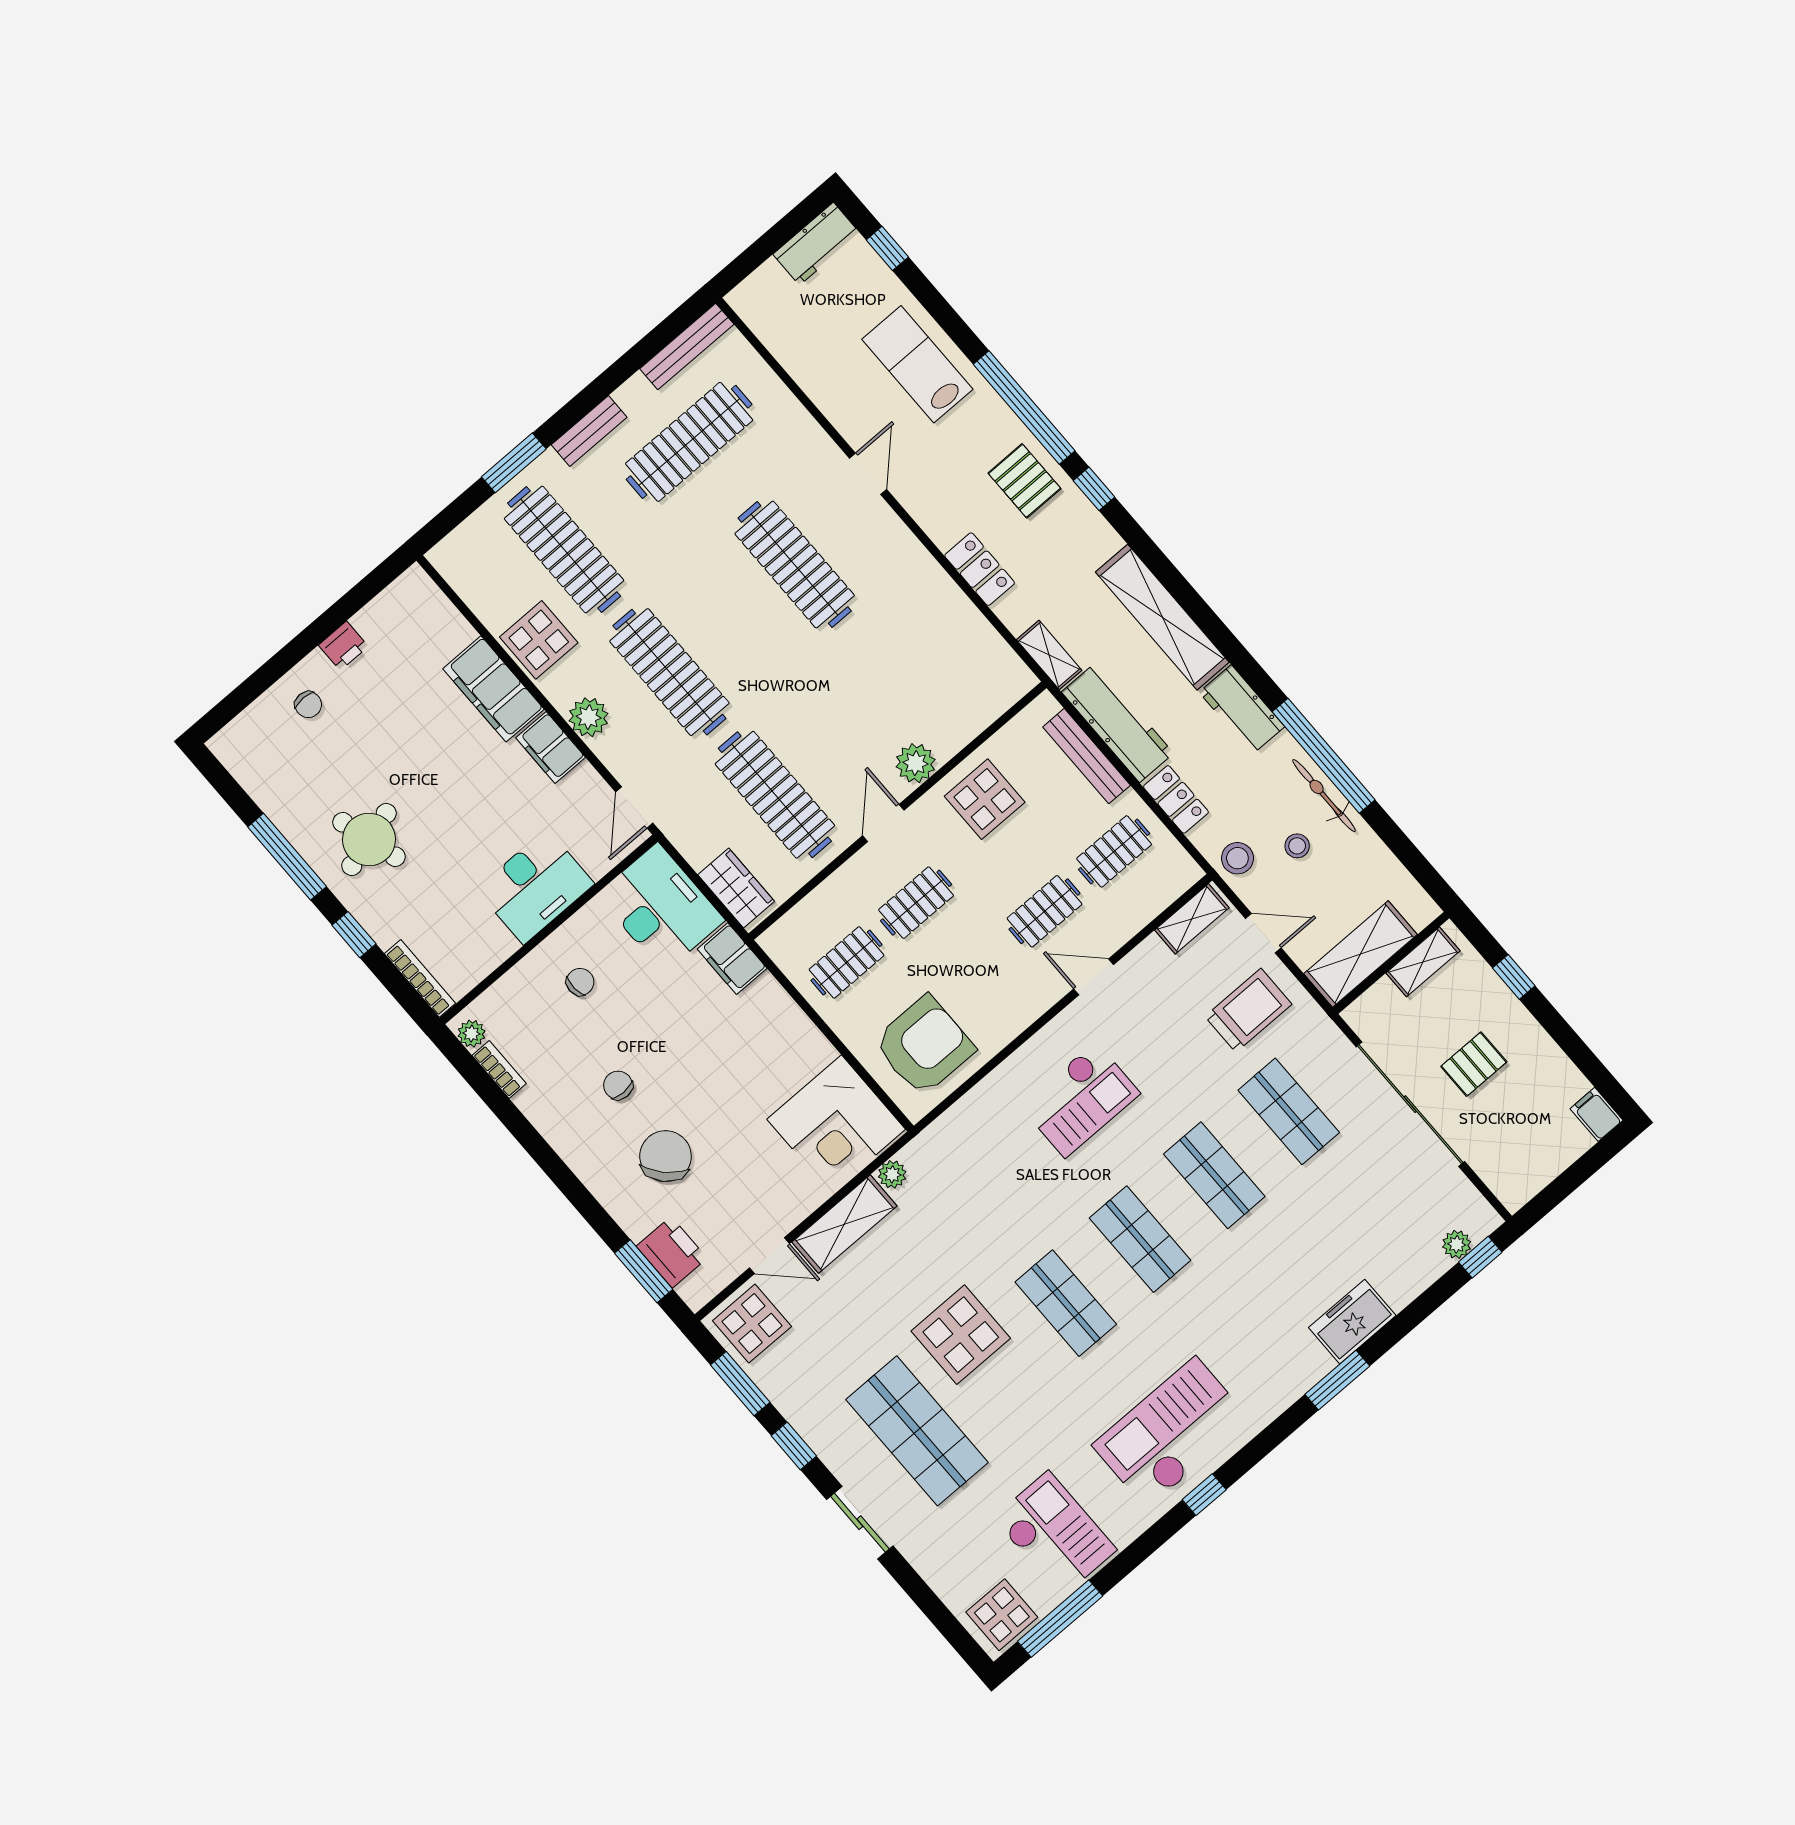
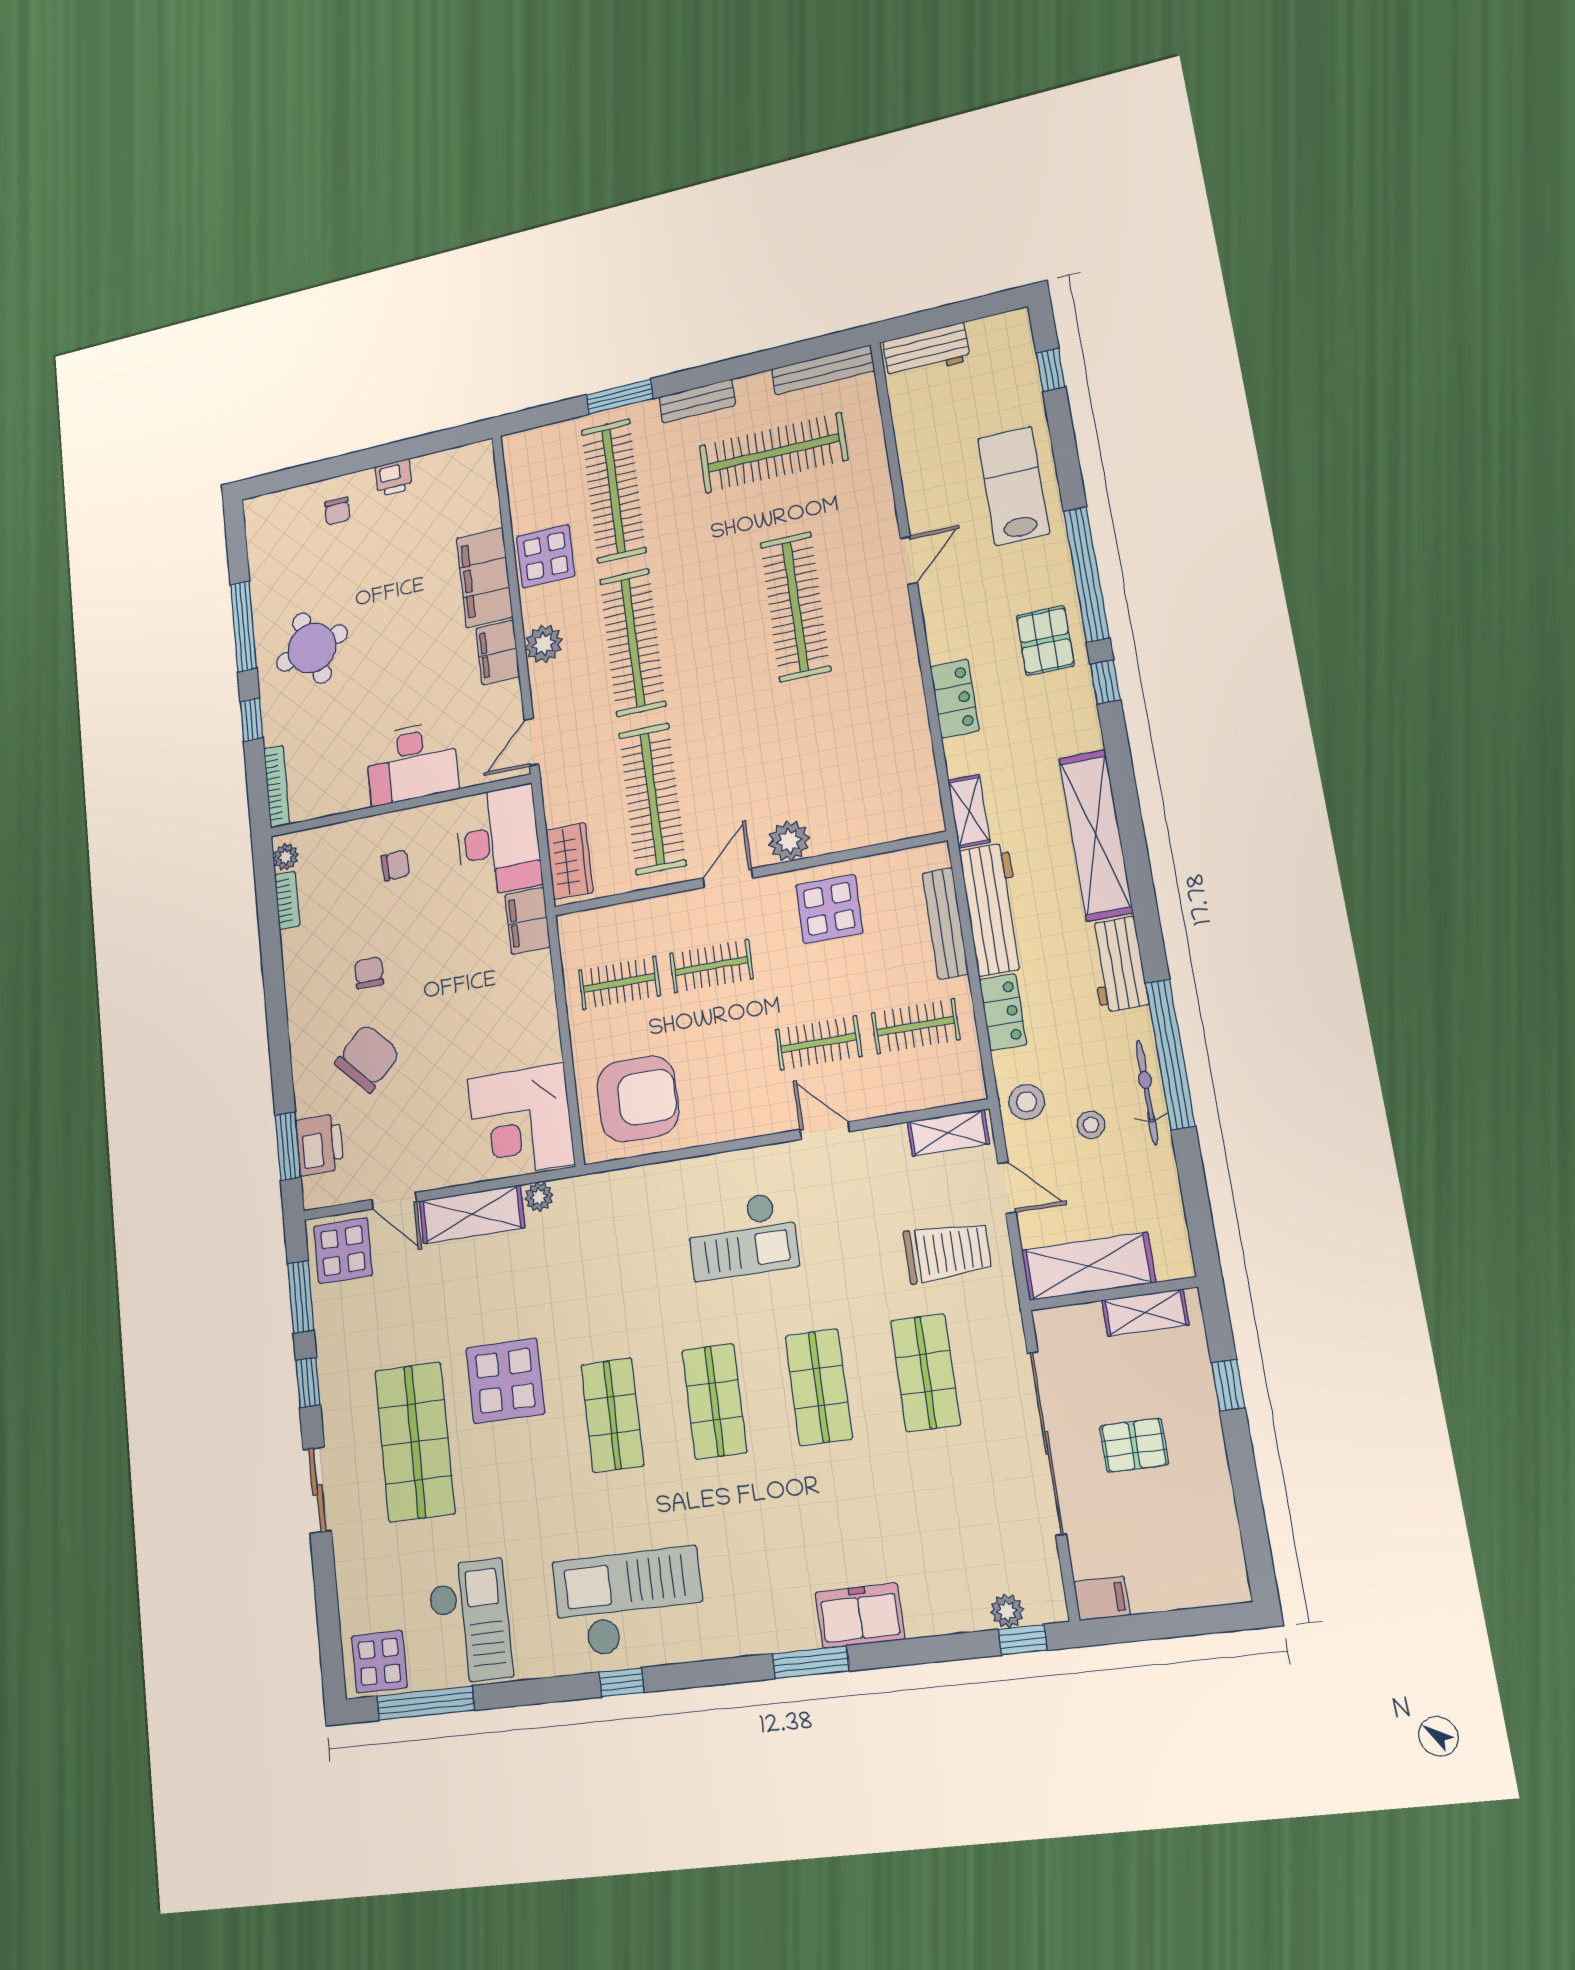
workbench: (816, 244) -> (926, 351), moved
filing cabinet: (1597, 1114) -> (1102, 1598), moved, turned 90

